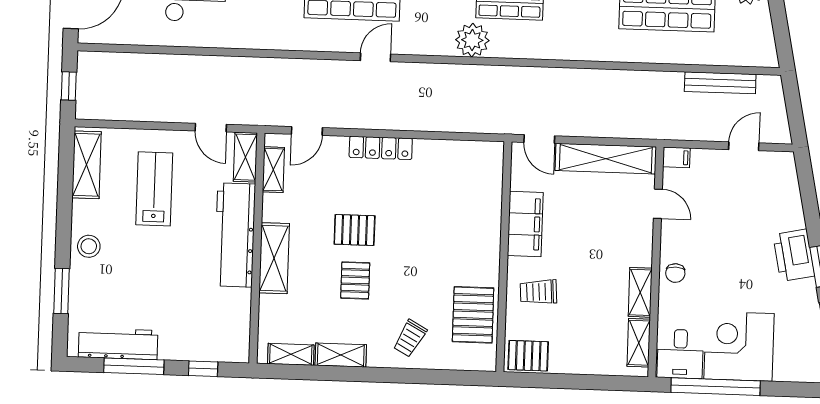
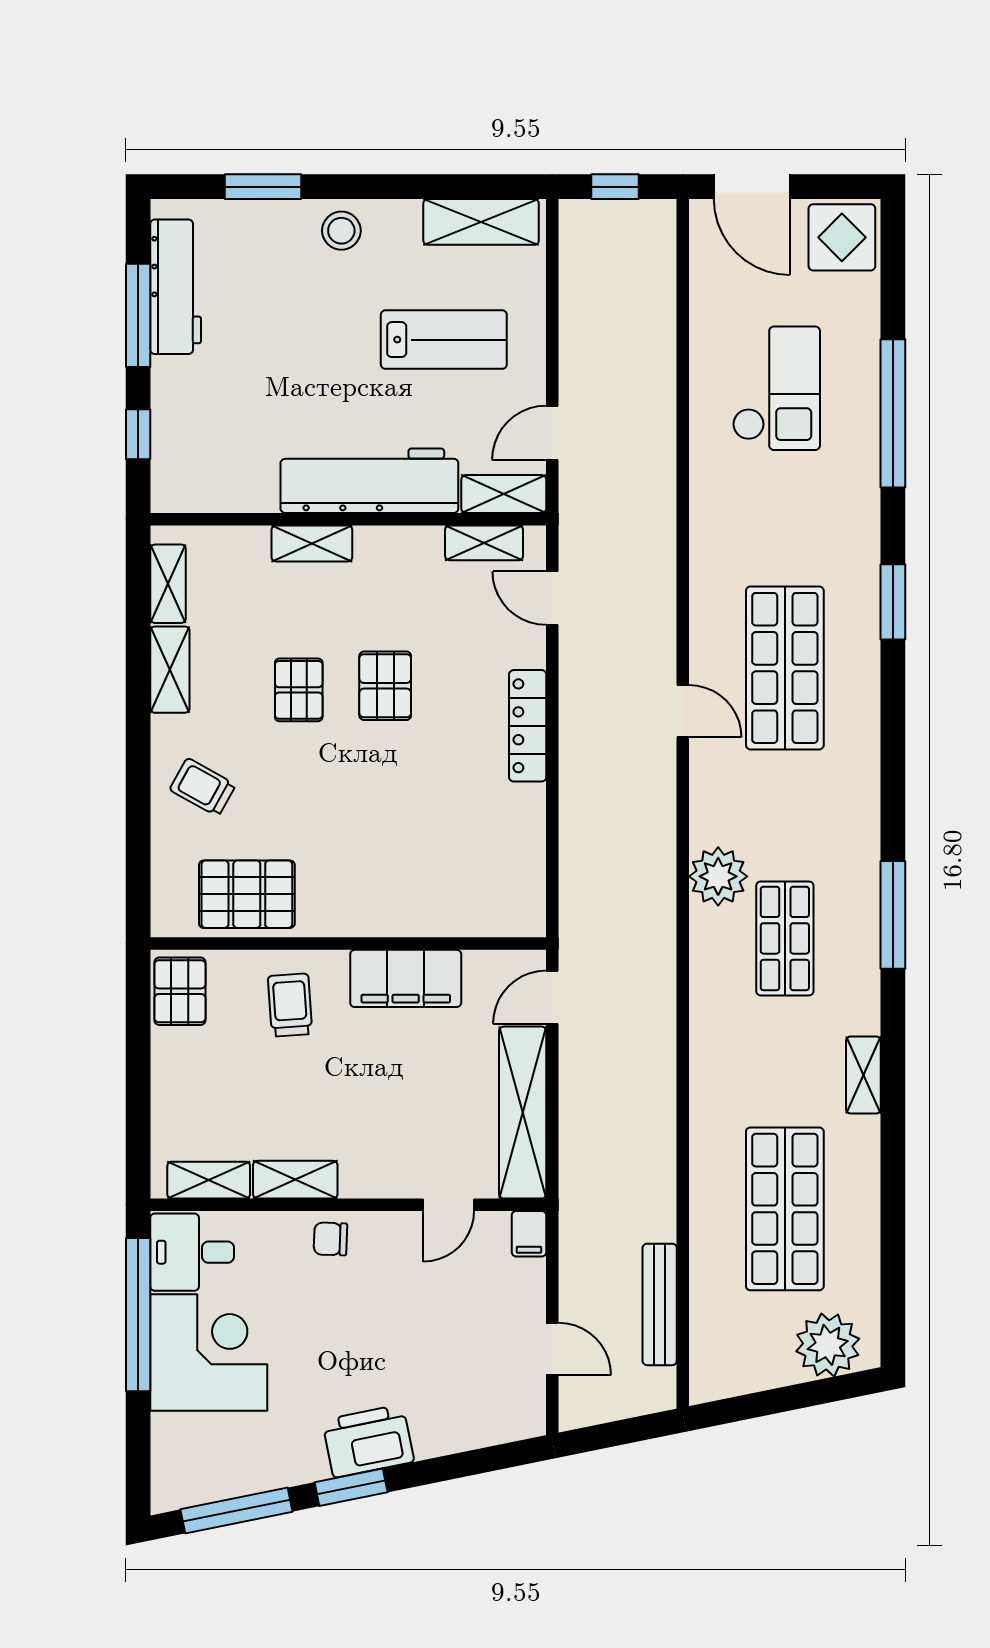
shelving: (274, 258) -> (312, 543), width x0.67, depth x0.75
pallet: (355, 280) -> (299, 690), turned 90

